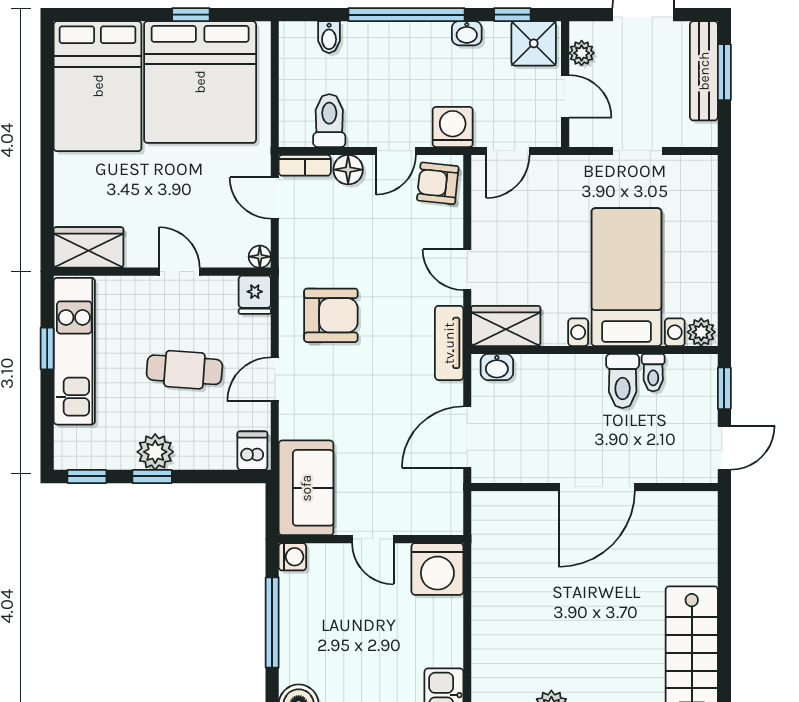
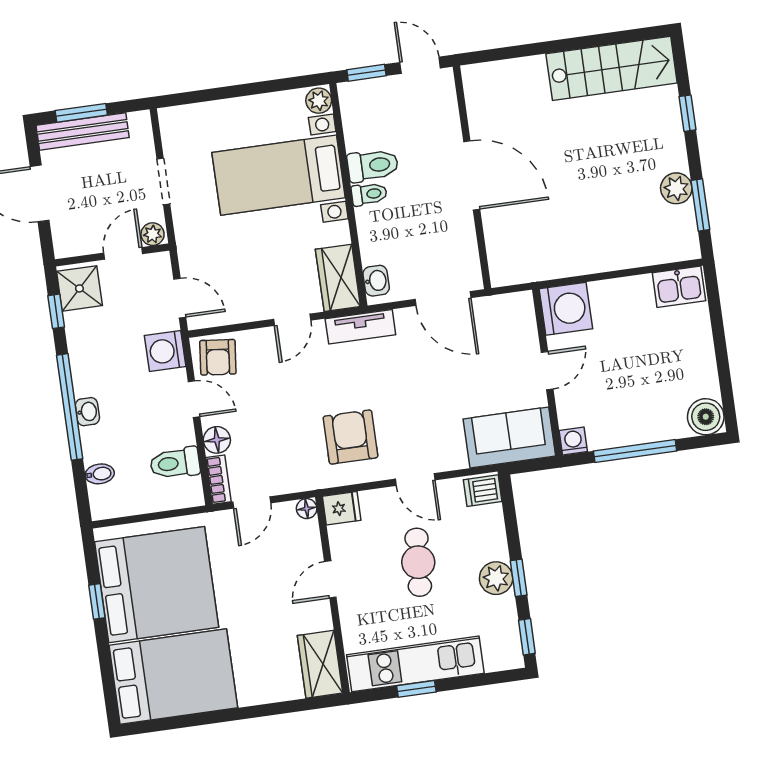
washbasin: (467, 33) -> (87, 412), moved
plant: (582, 53) -> (153, 234), moved
toilet: (653, 373) -> (369, 194), moved

